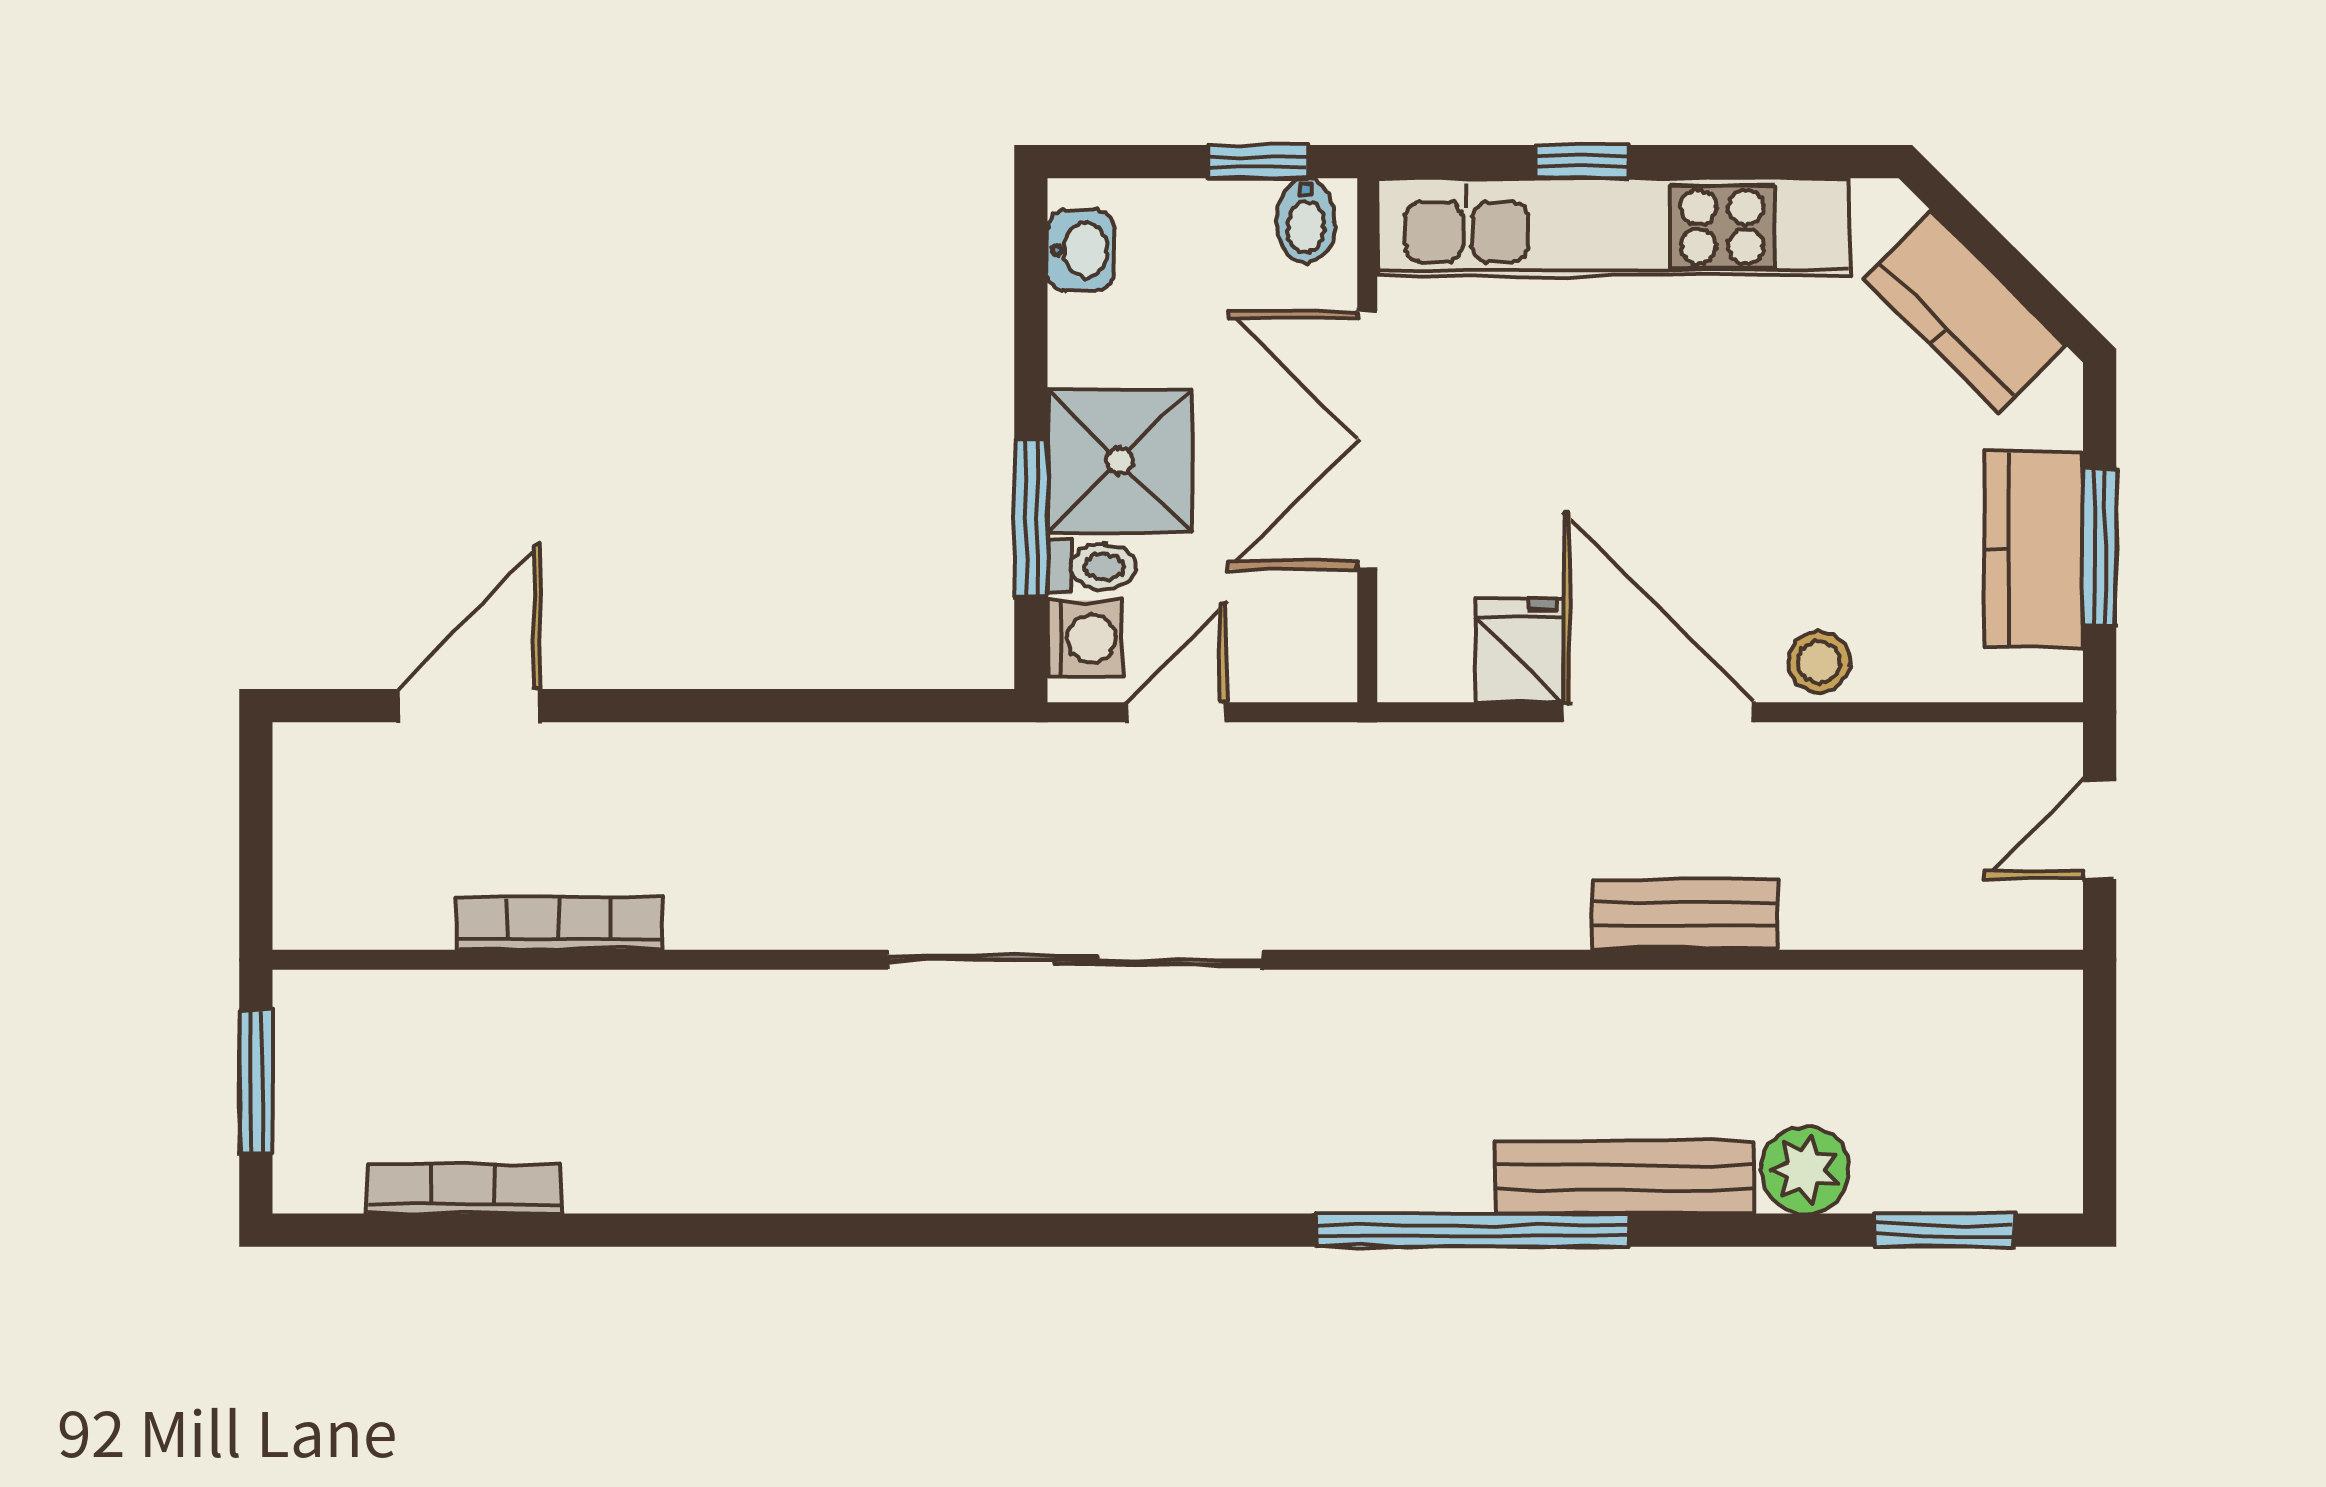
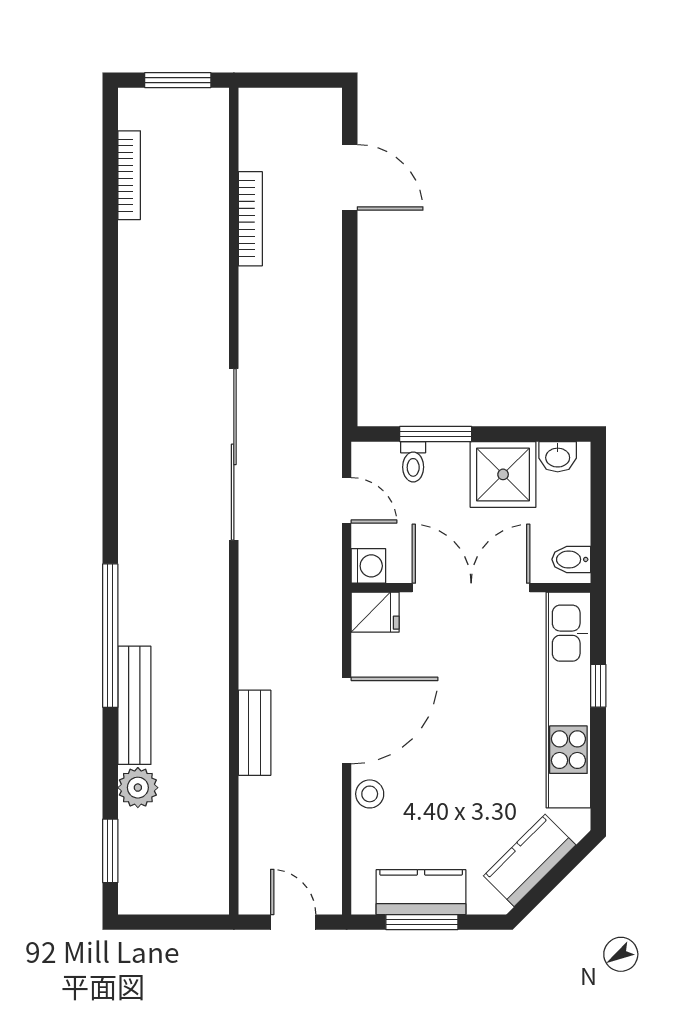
window: (1258, 162) -> (598, 538), removed
shower: (1119, 461) -> (503, 474), moved
washing machine: (1085, 638) -> (368, 566), moved, turned -90
fridge: (1519, 650) -> (375, 612), moved

